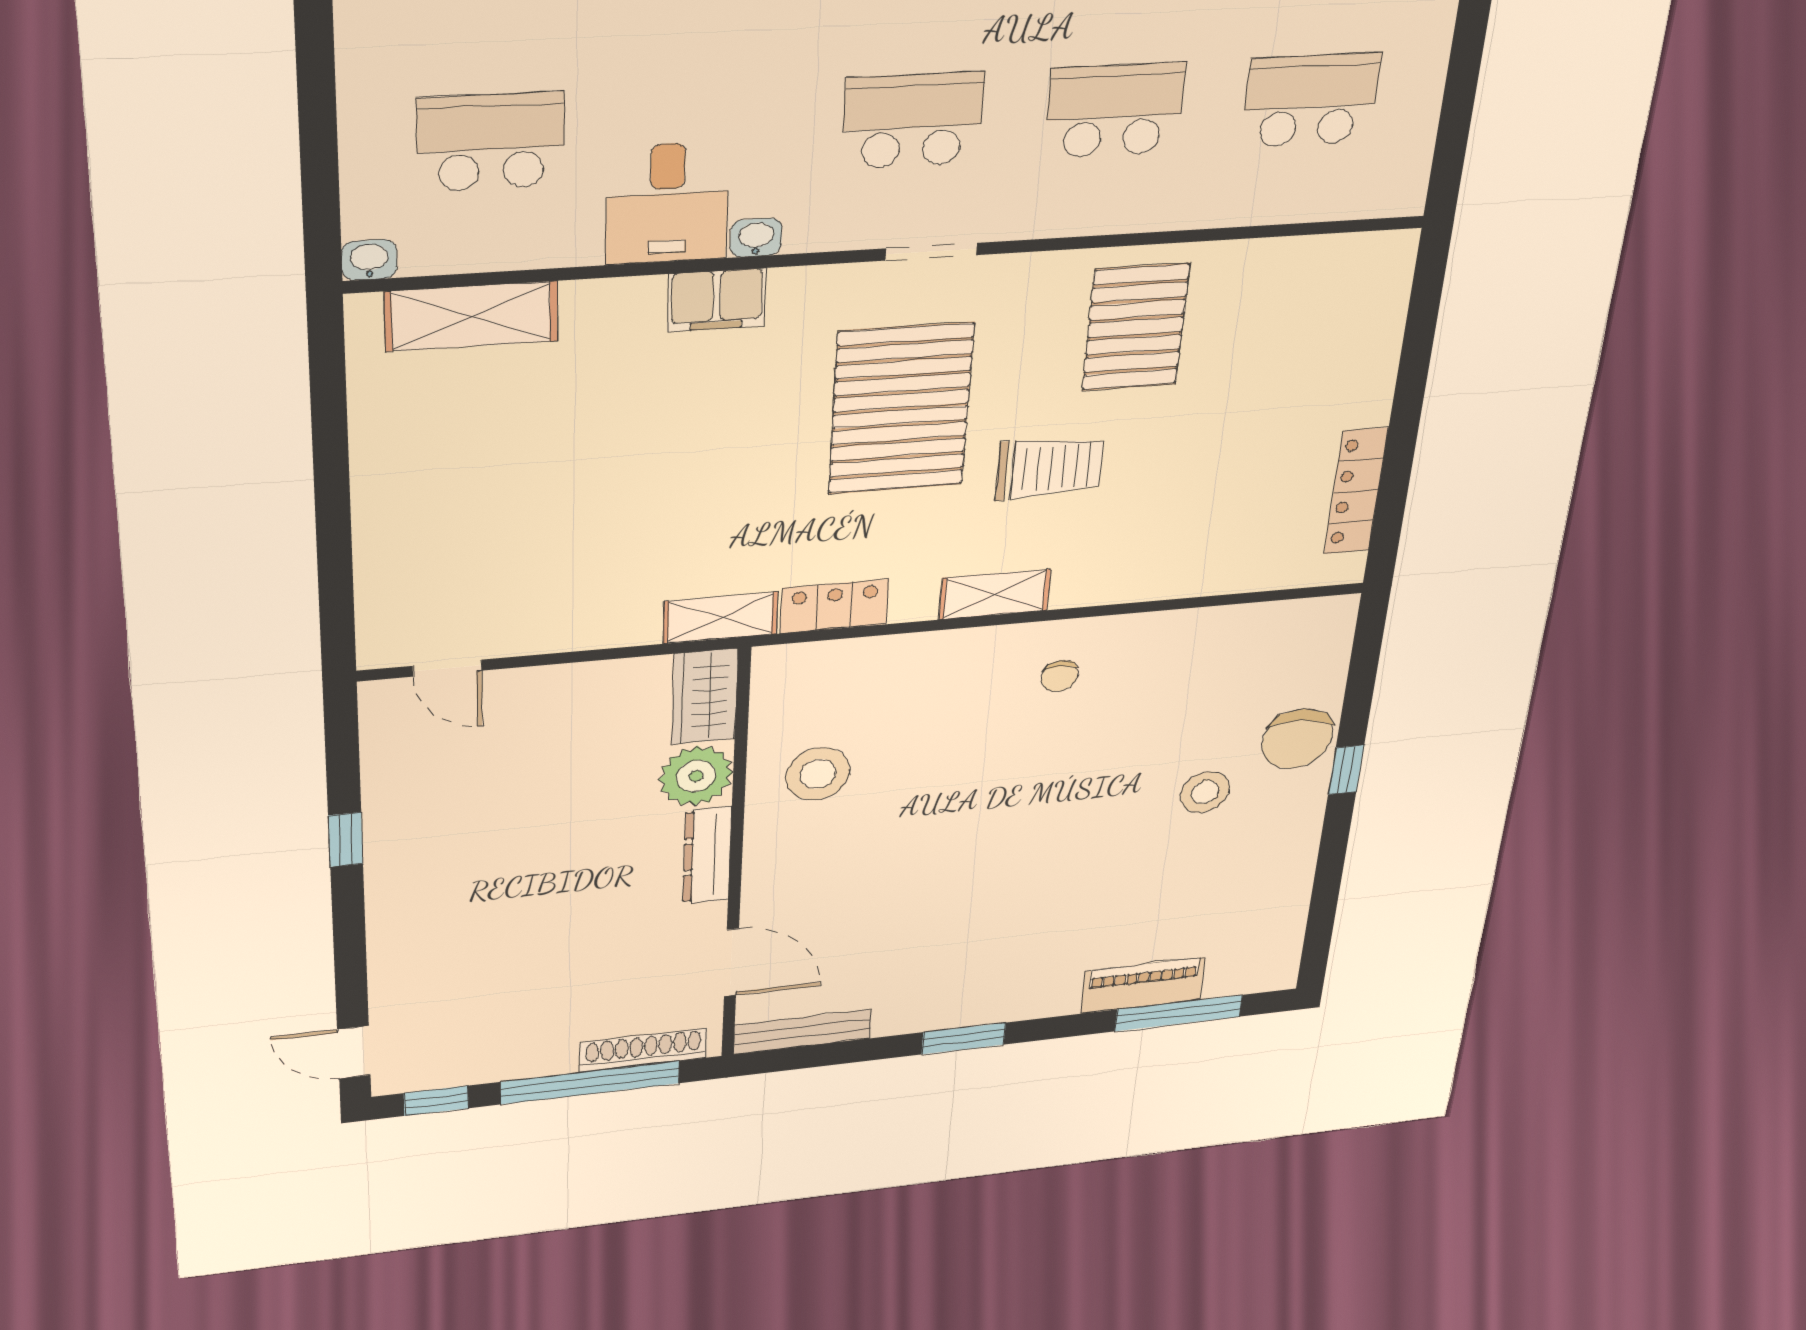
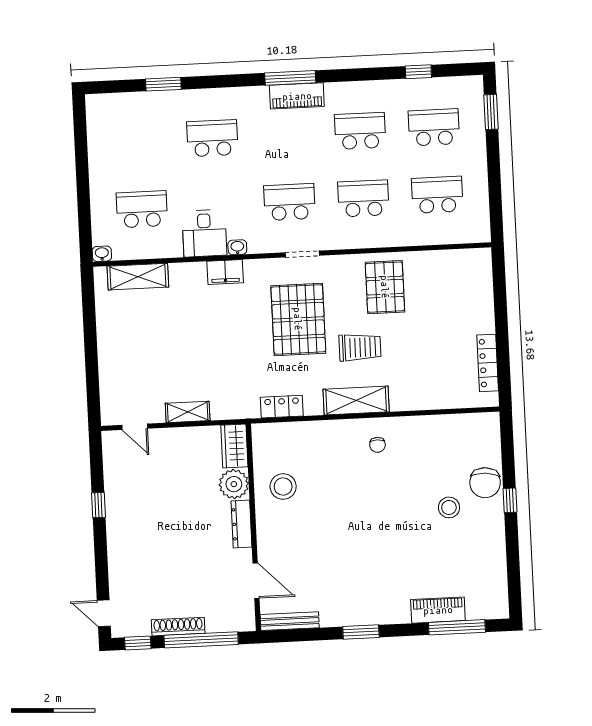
shelving: (995, 594) -> (356, 401), width x1.50, depth x1.33
shelving: (720, 618) -> (188, 412), moved
shoe rack: (643, 1050) -> (178, 627), moved

